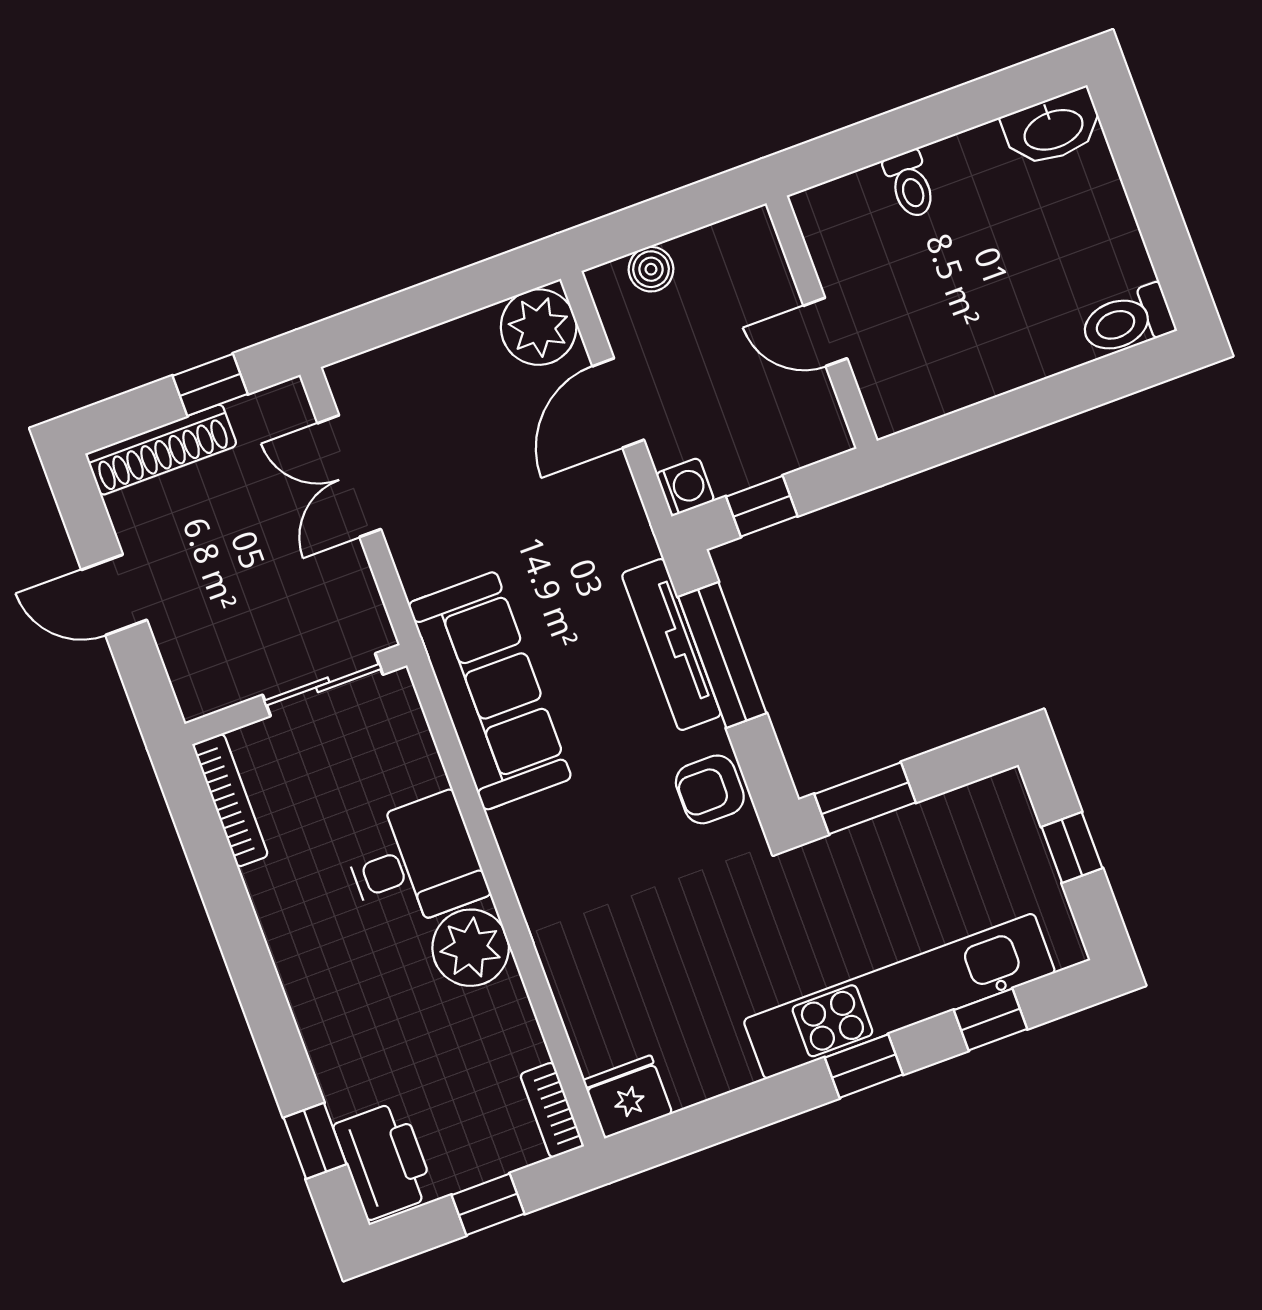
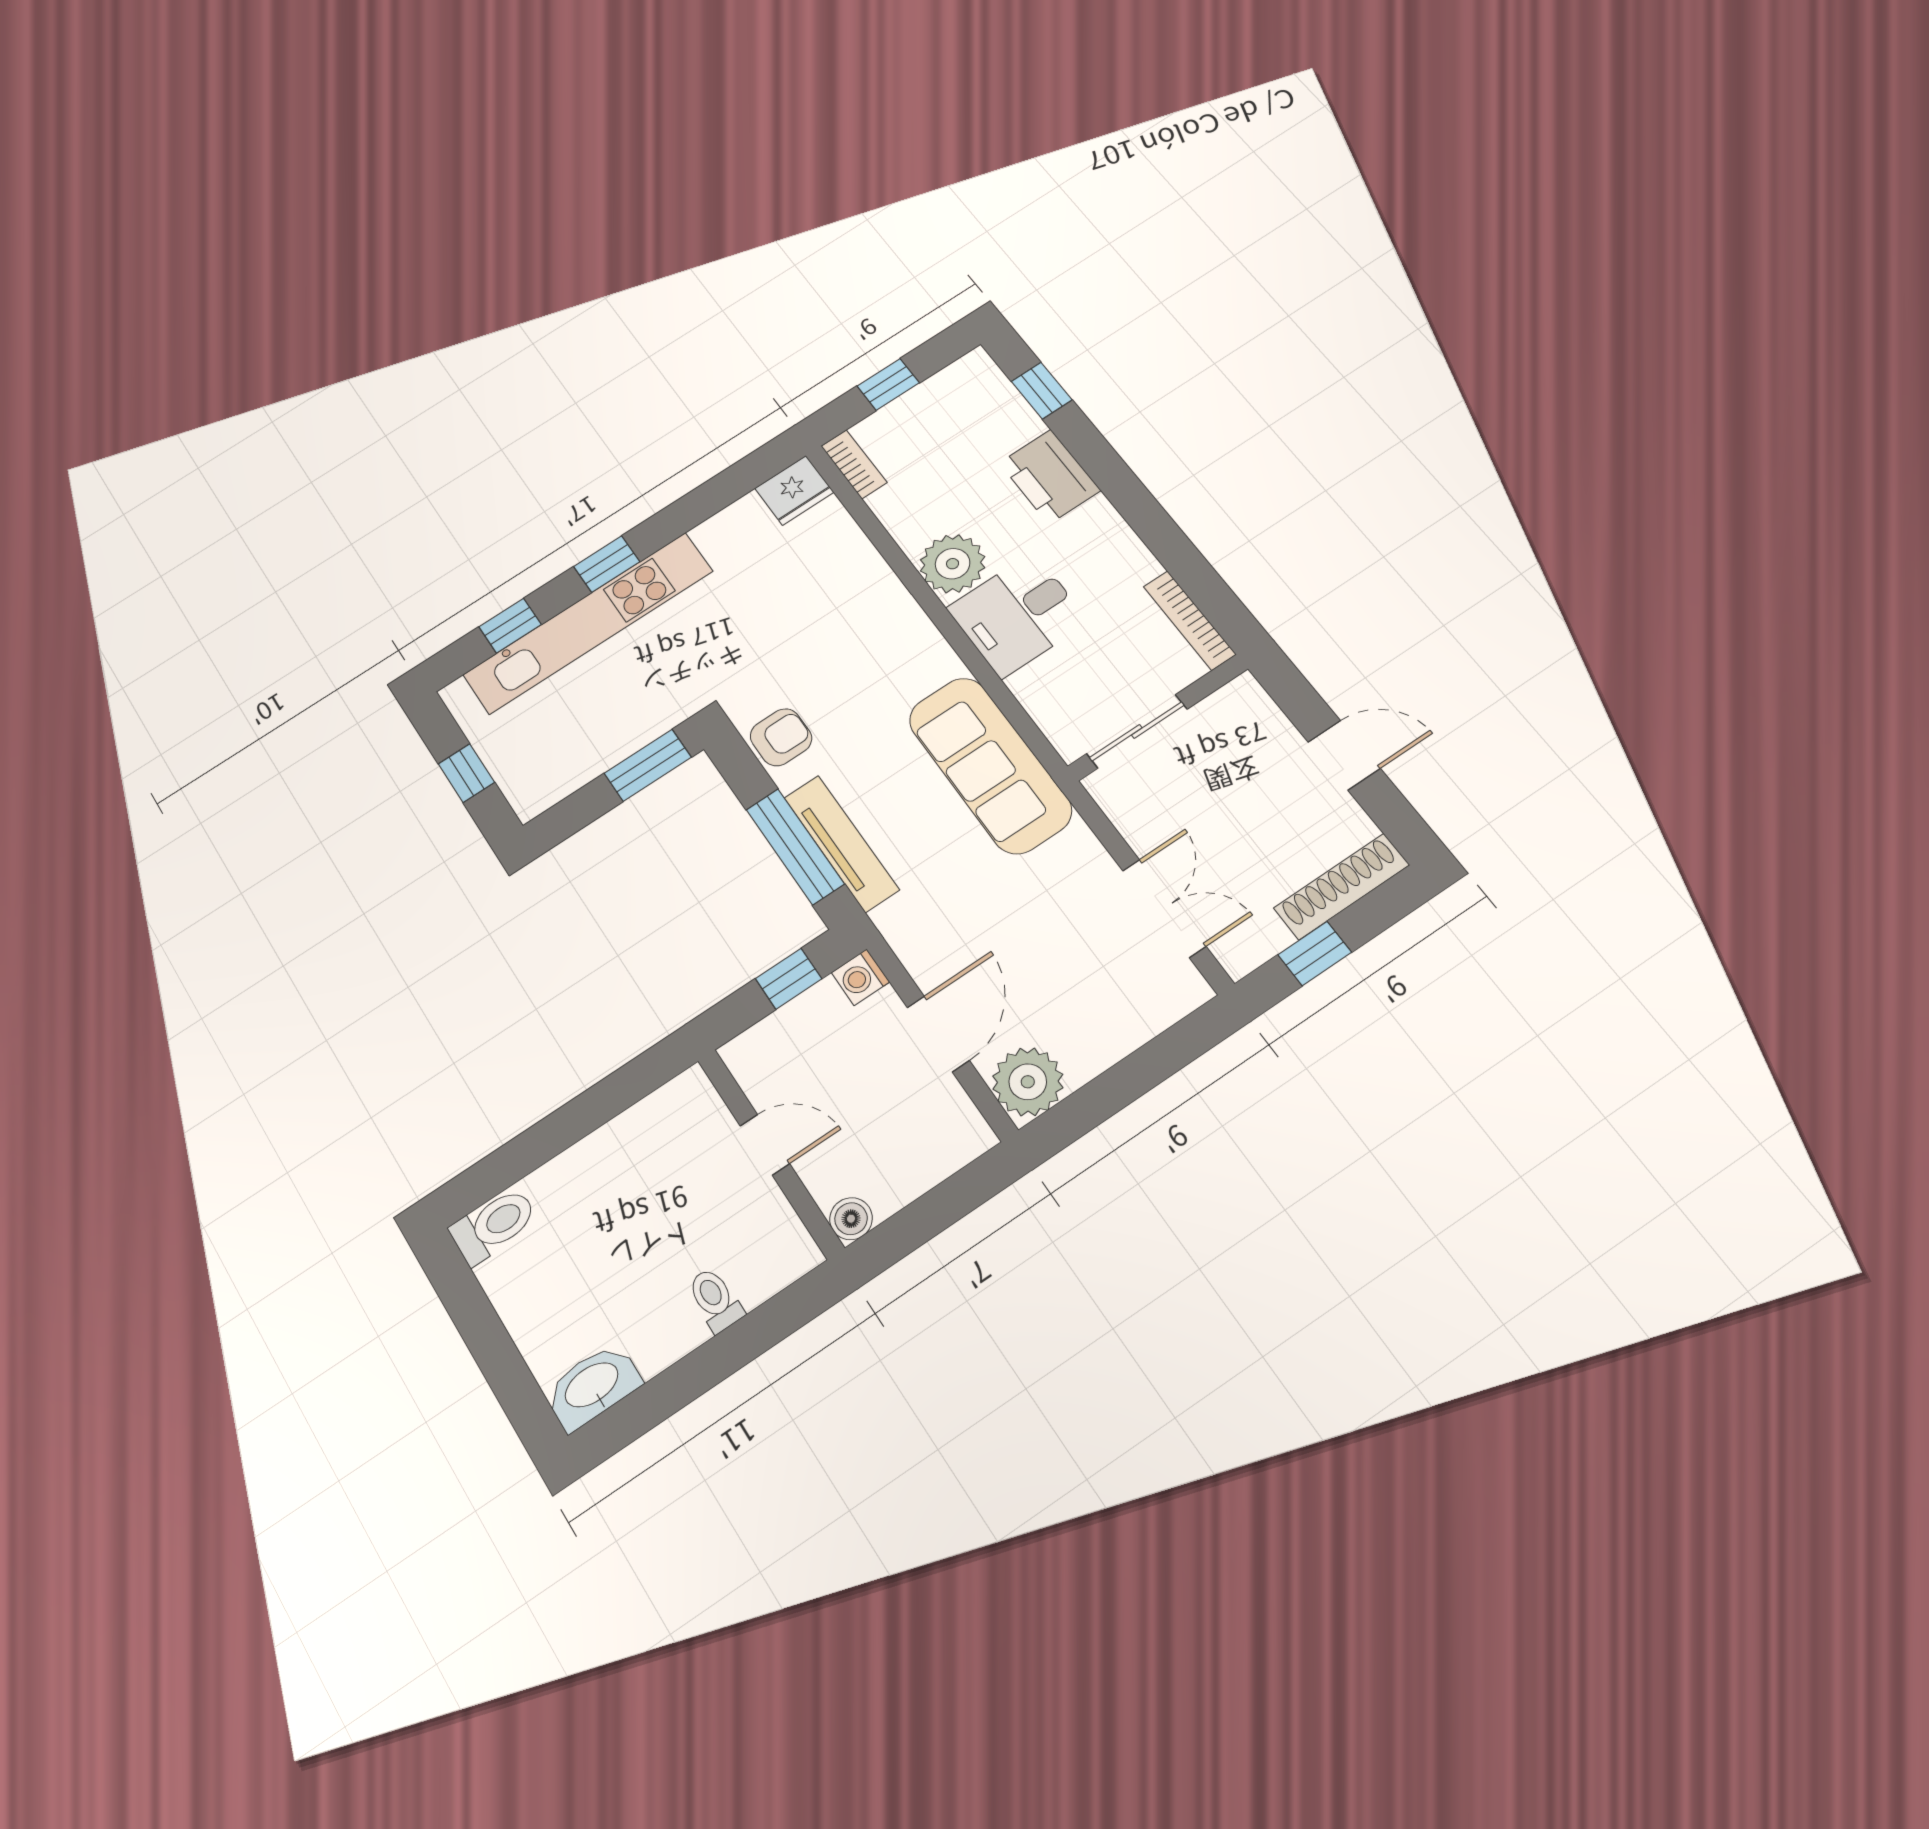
boiler: (651, 269) -> (851, 1219), moved
printer: (384, 1160) -> (1050, 477), moved

